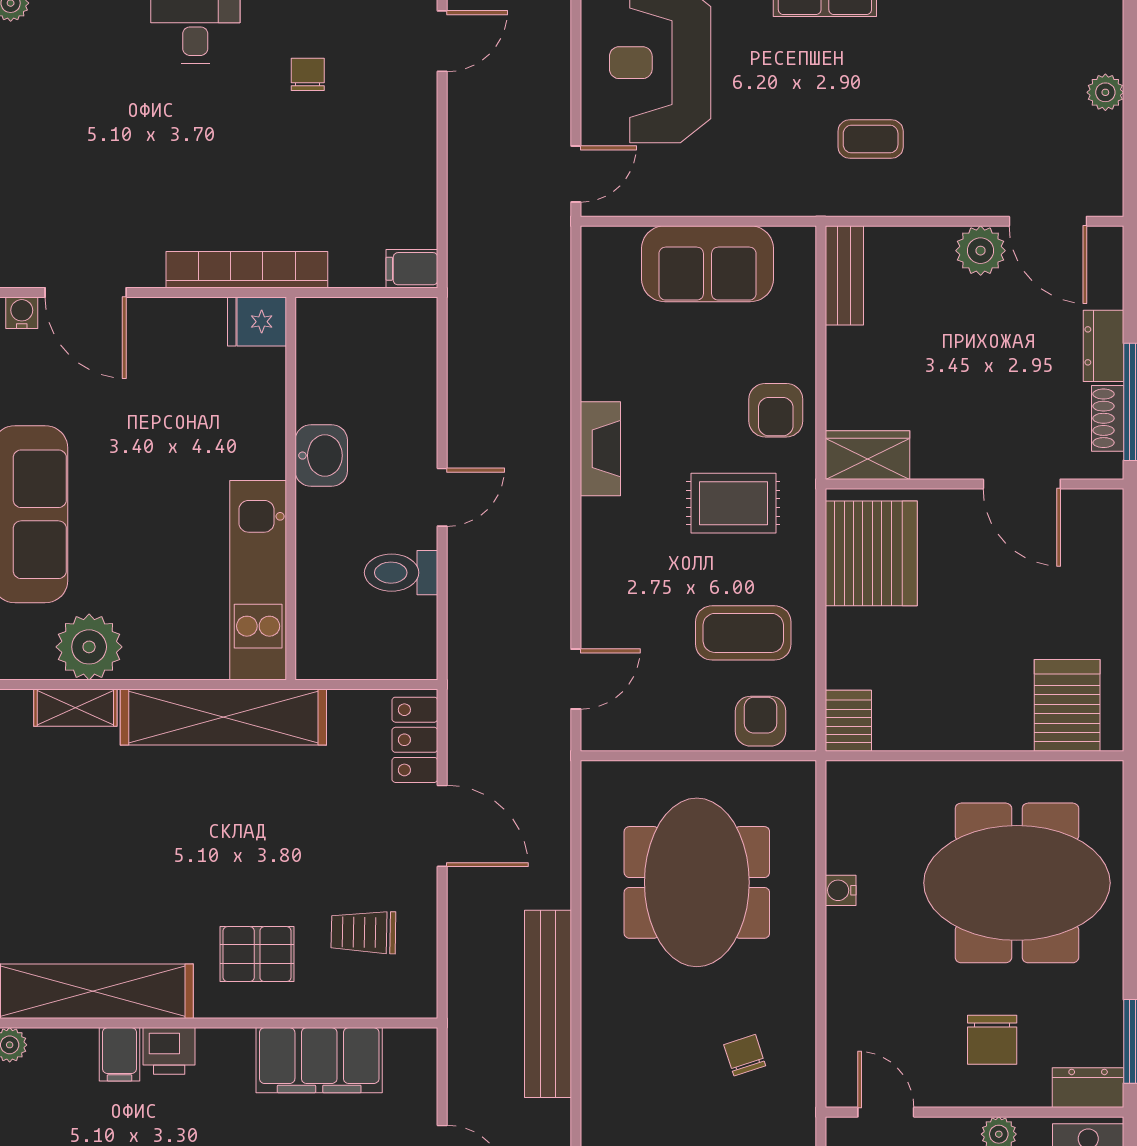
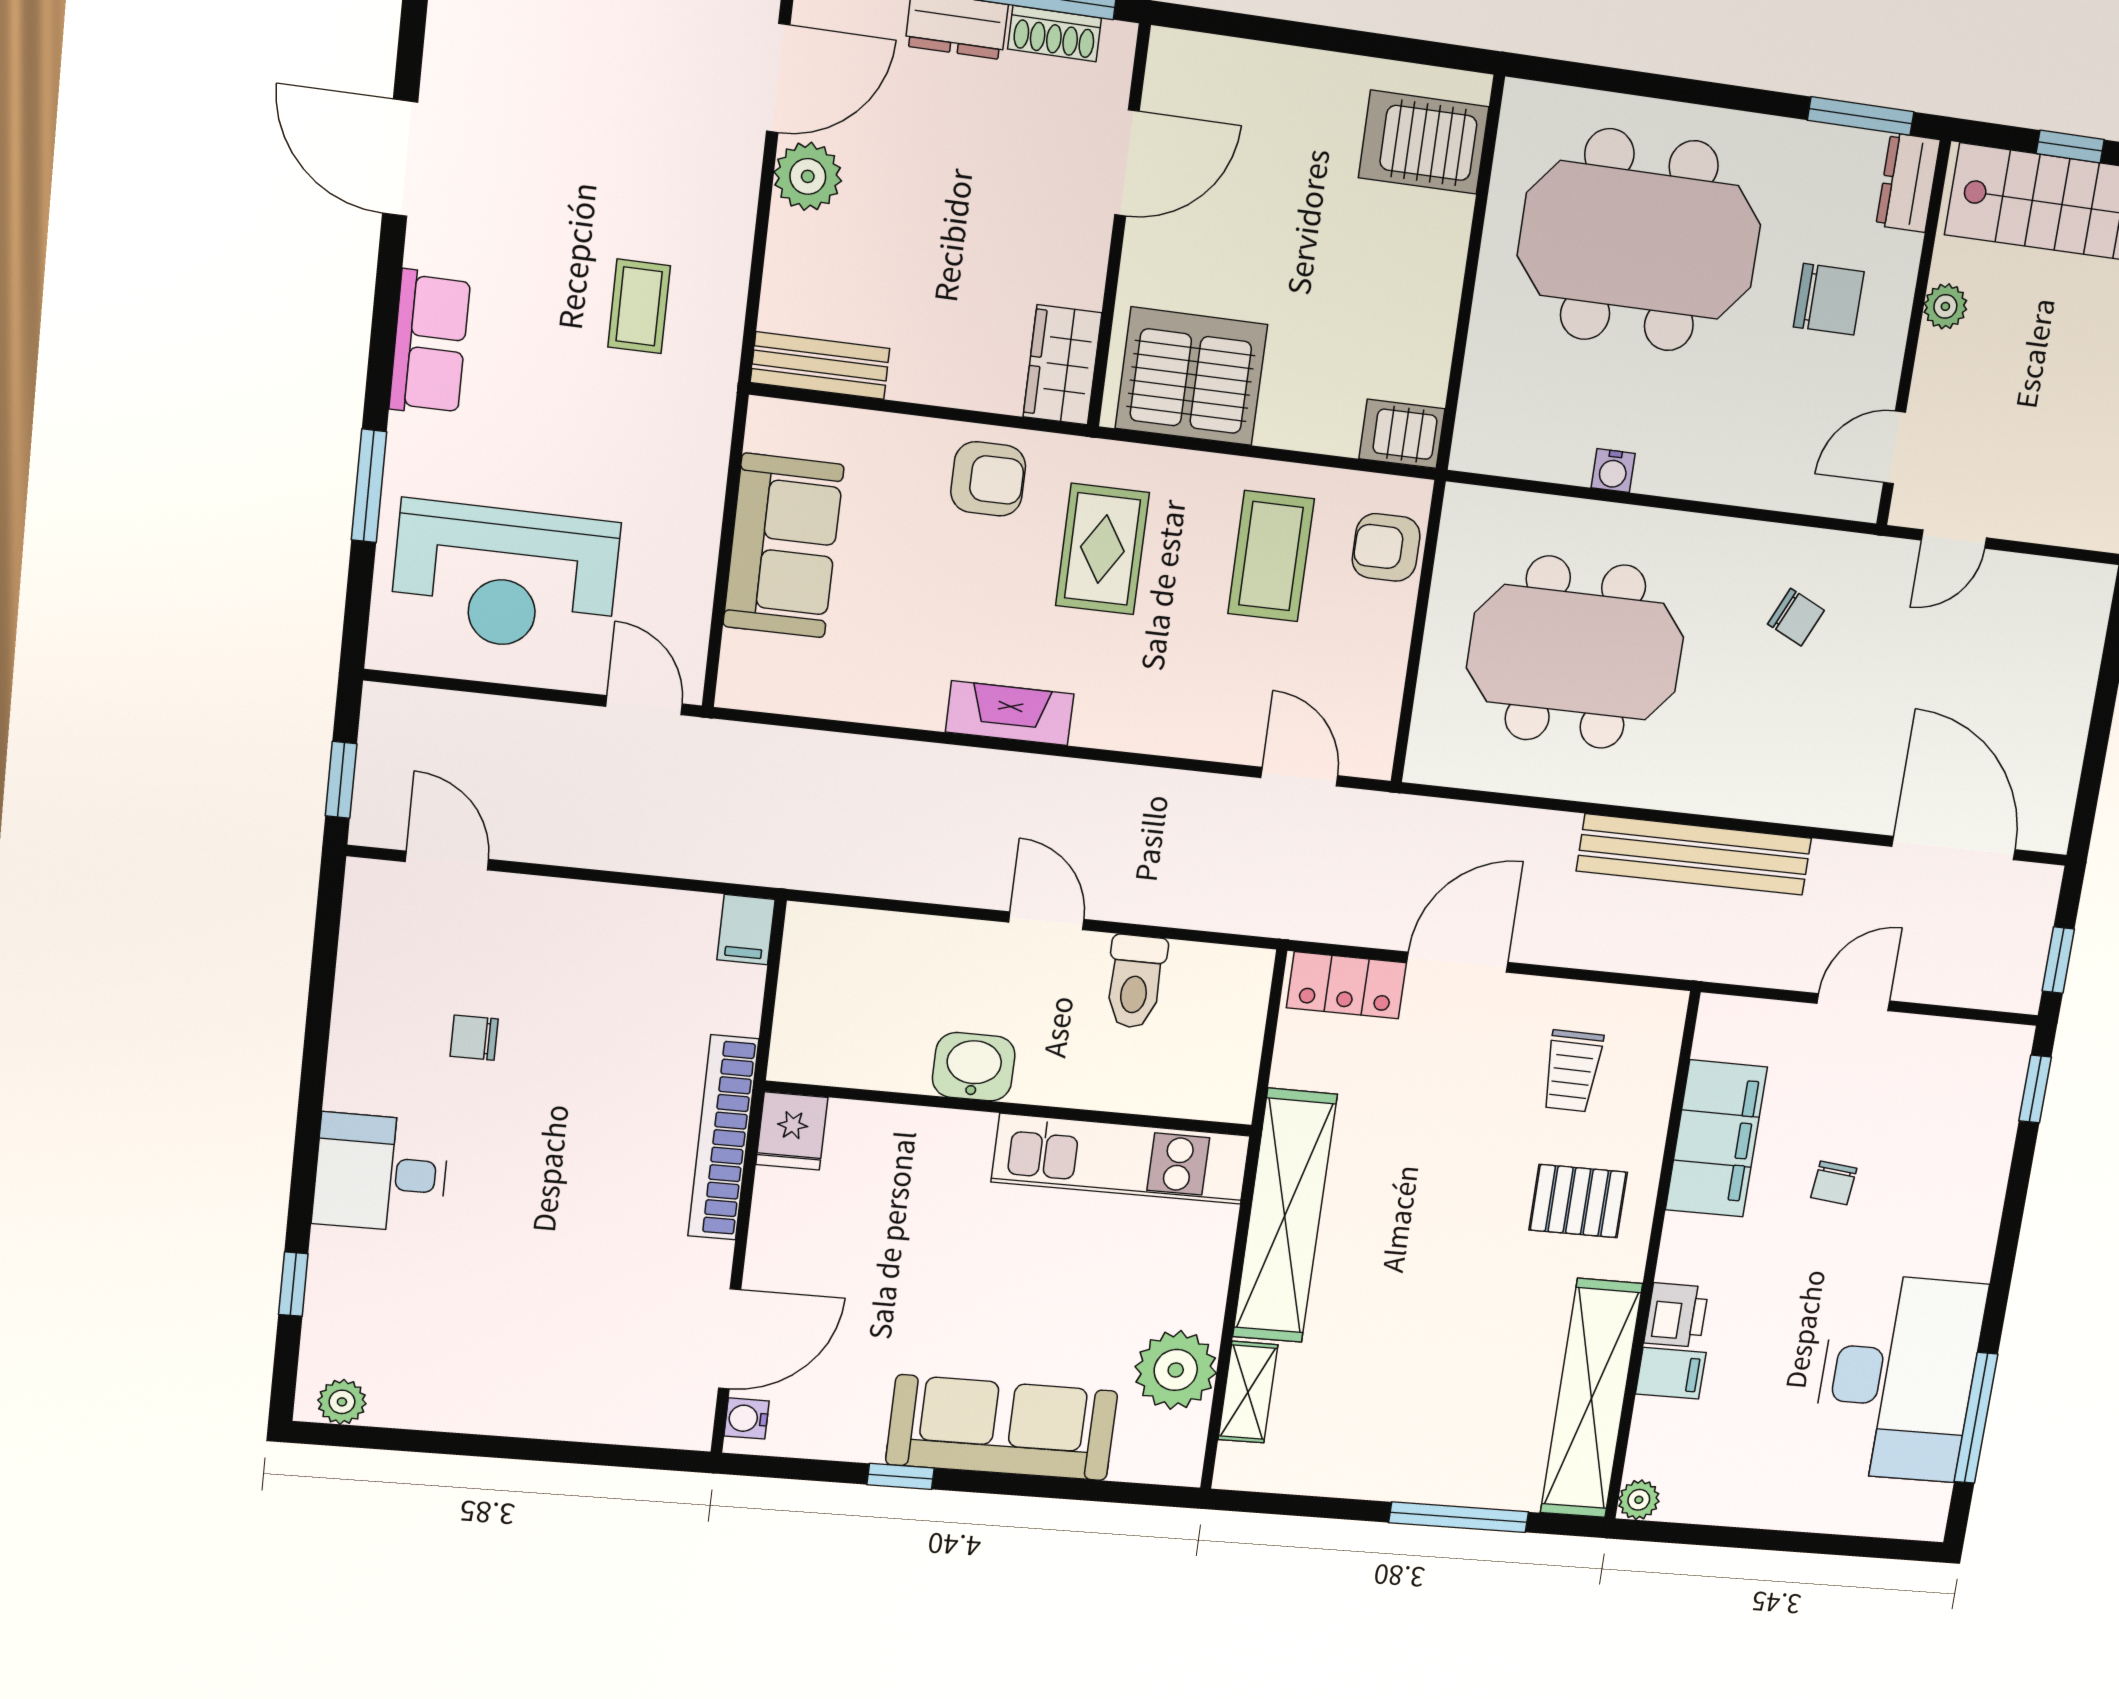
meeting table: (1017, 883) -> (1639, 240), turned 90
pallet: (257, 954) -> (1578, 1201), turned 90
chair: (745, 1055) -> (1796, 617), turned -137

